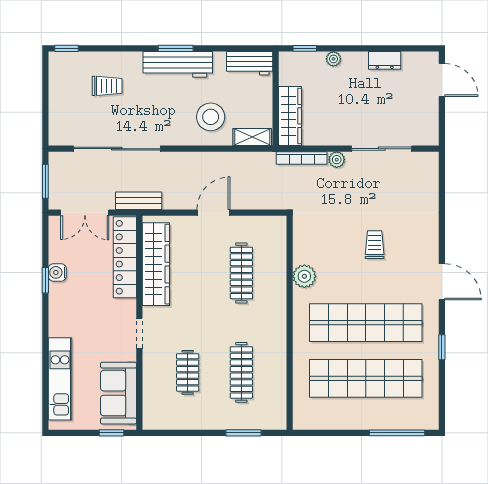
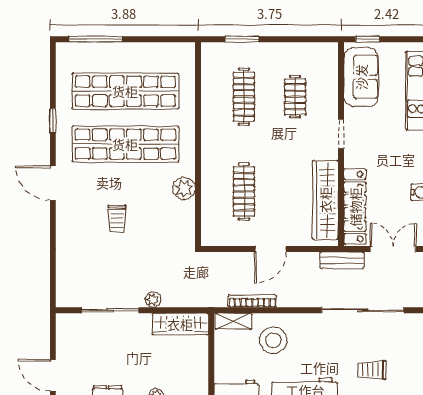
wardrobe: (290, 116) -> (180, 324), moved, turned -90
bookcase: (302, 158) -> (252, 301), moved

